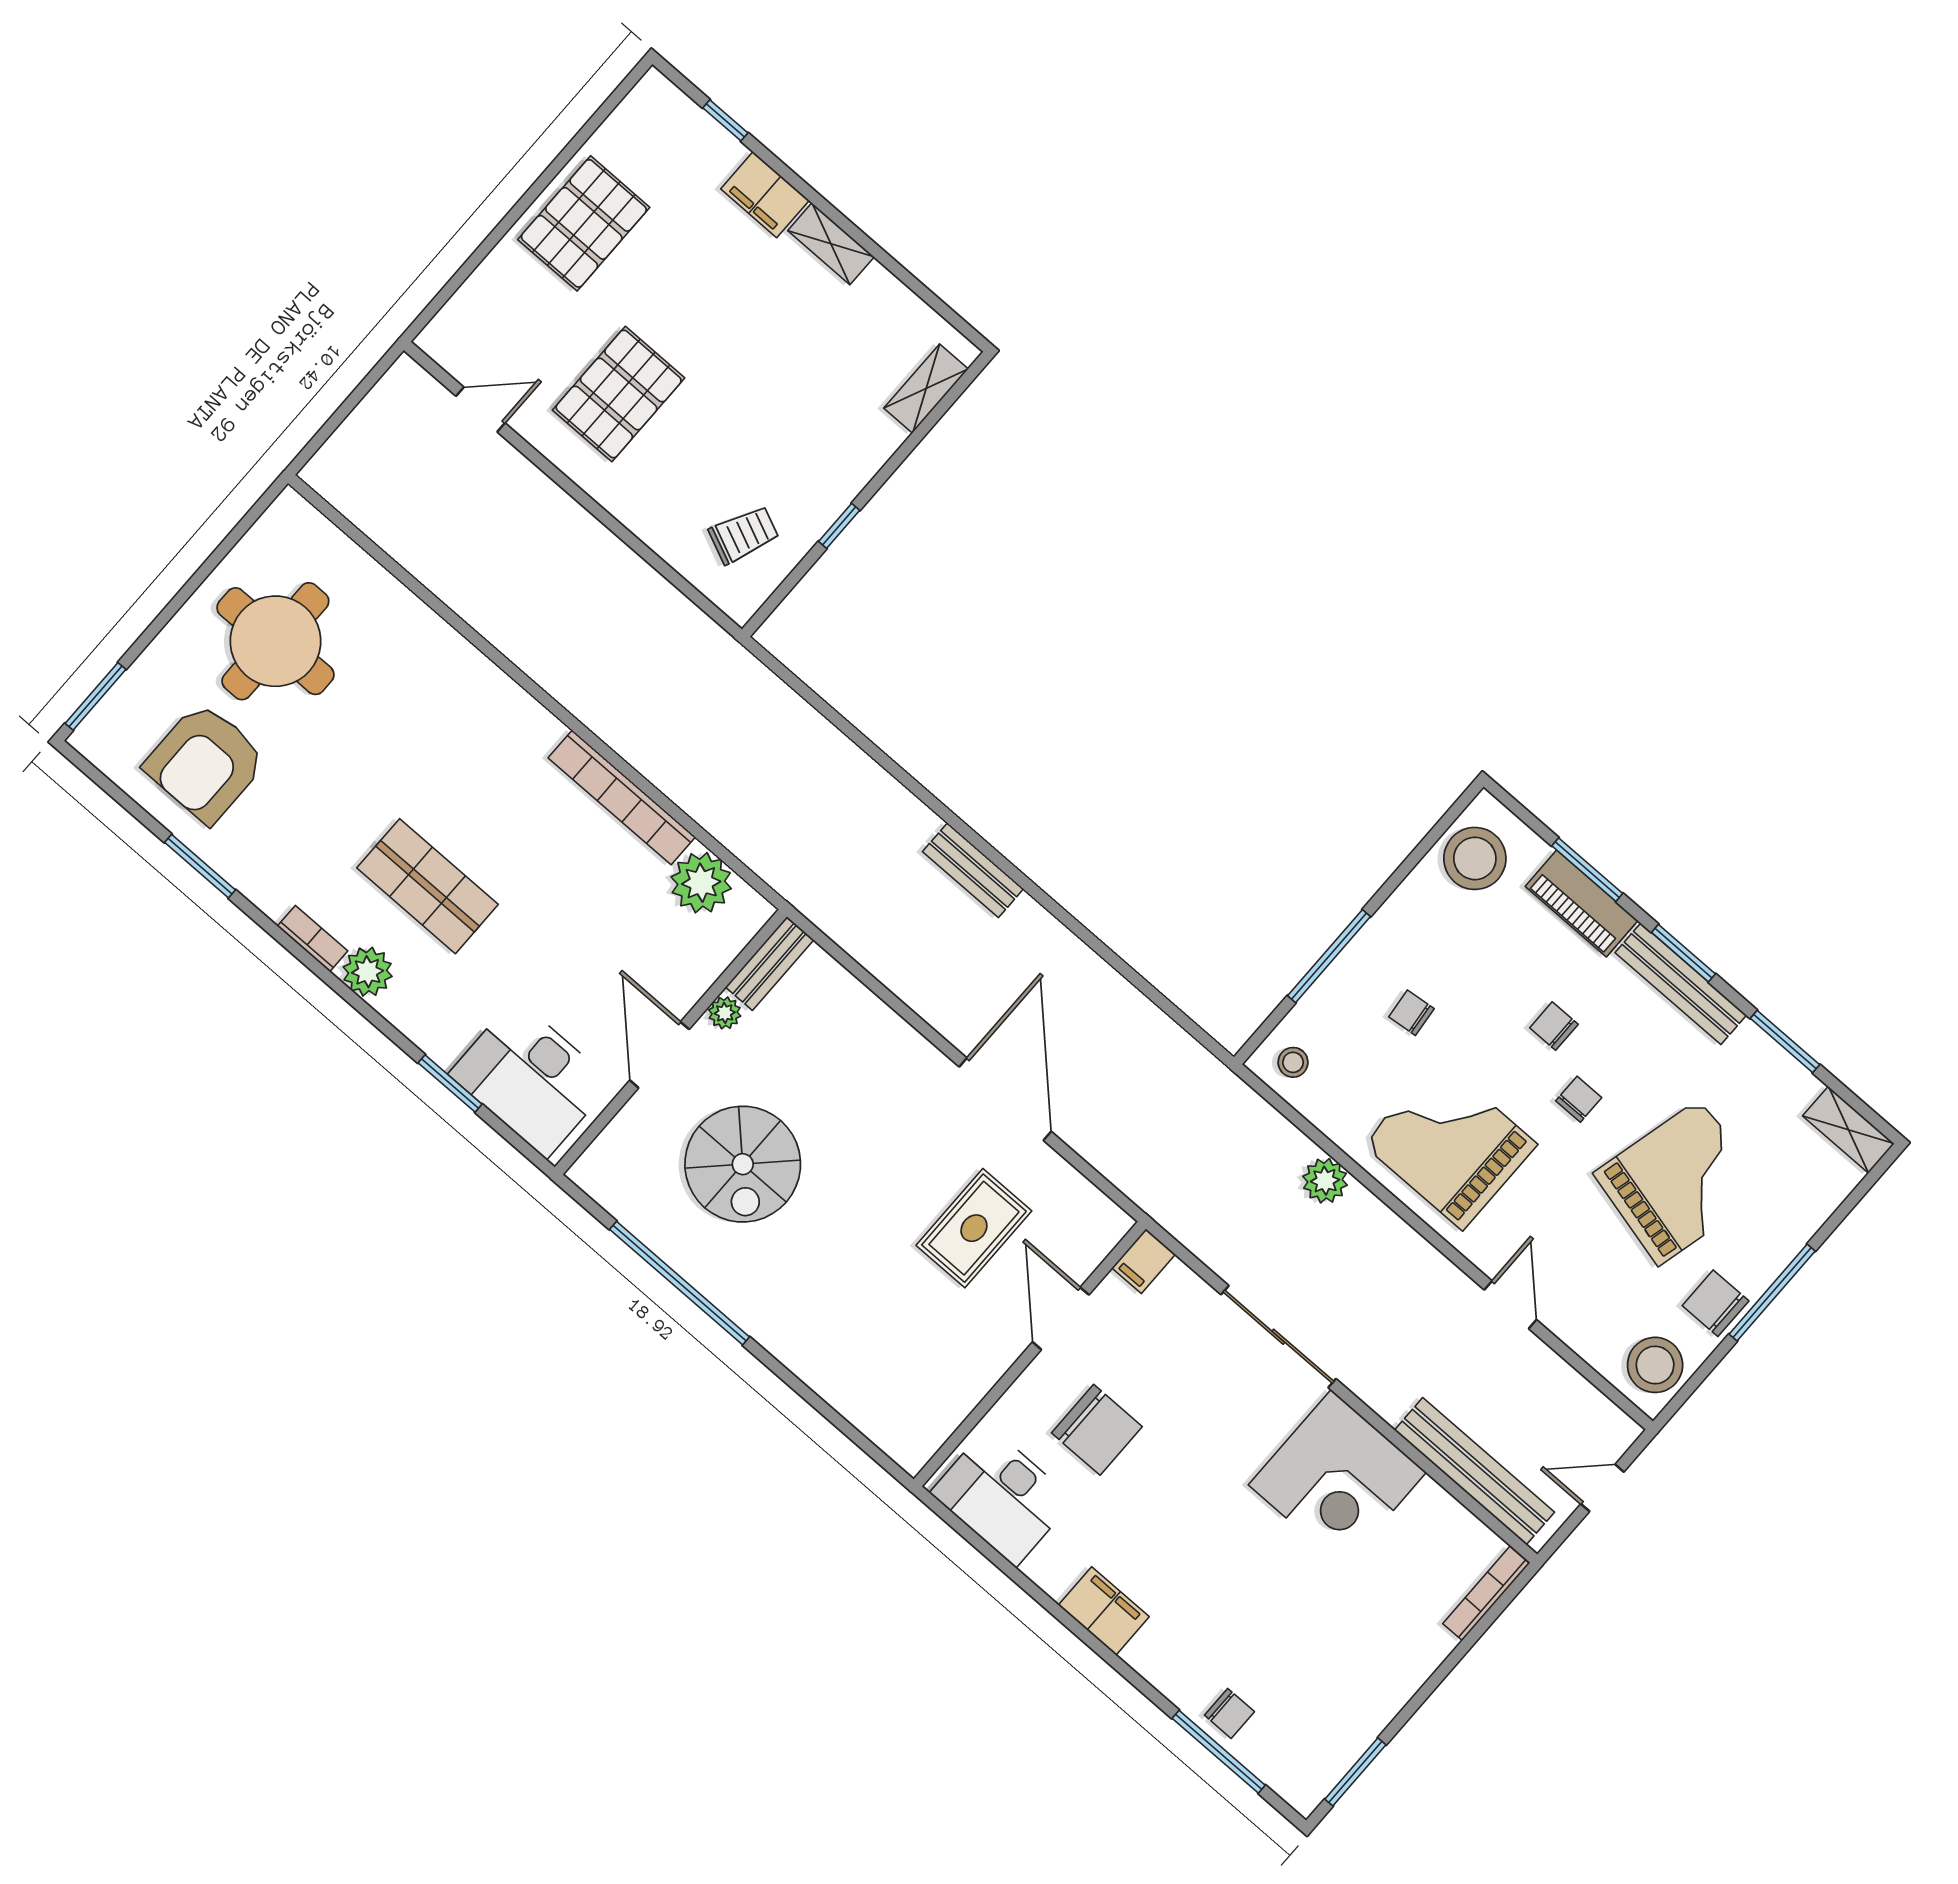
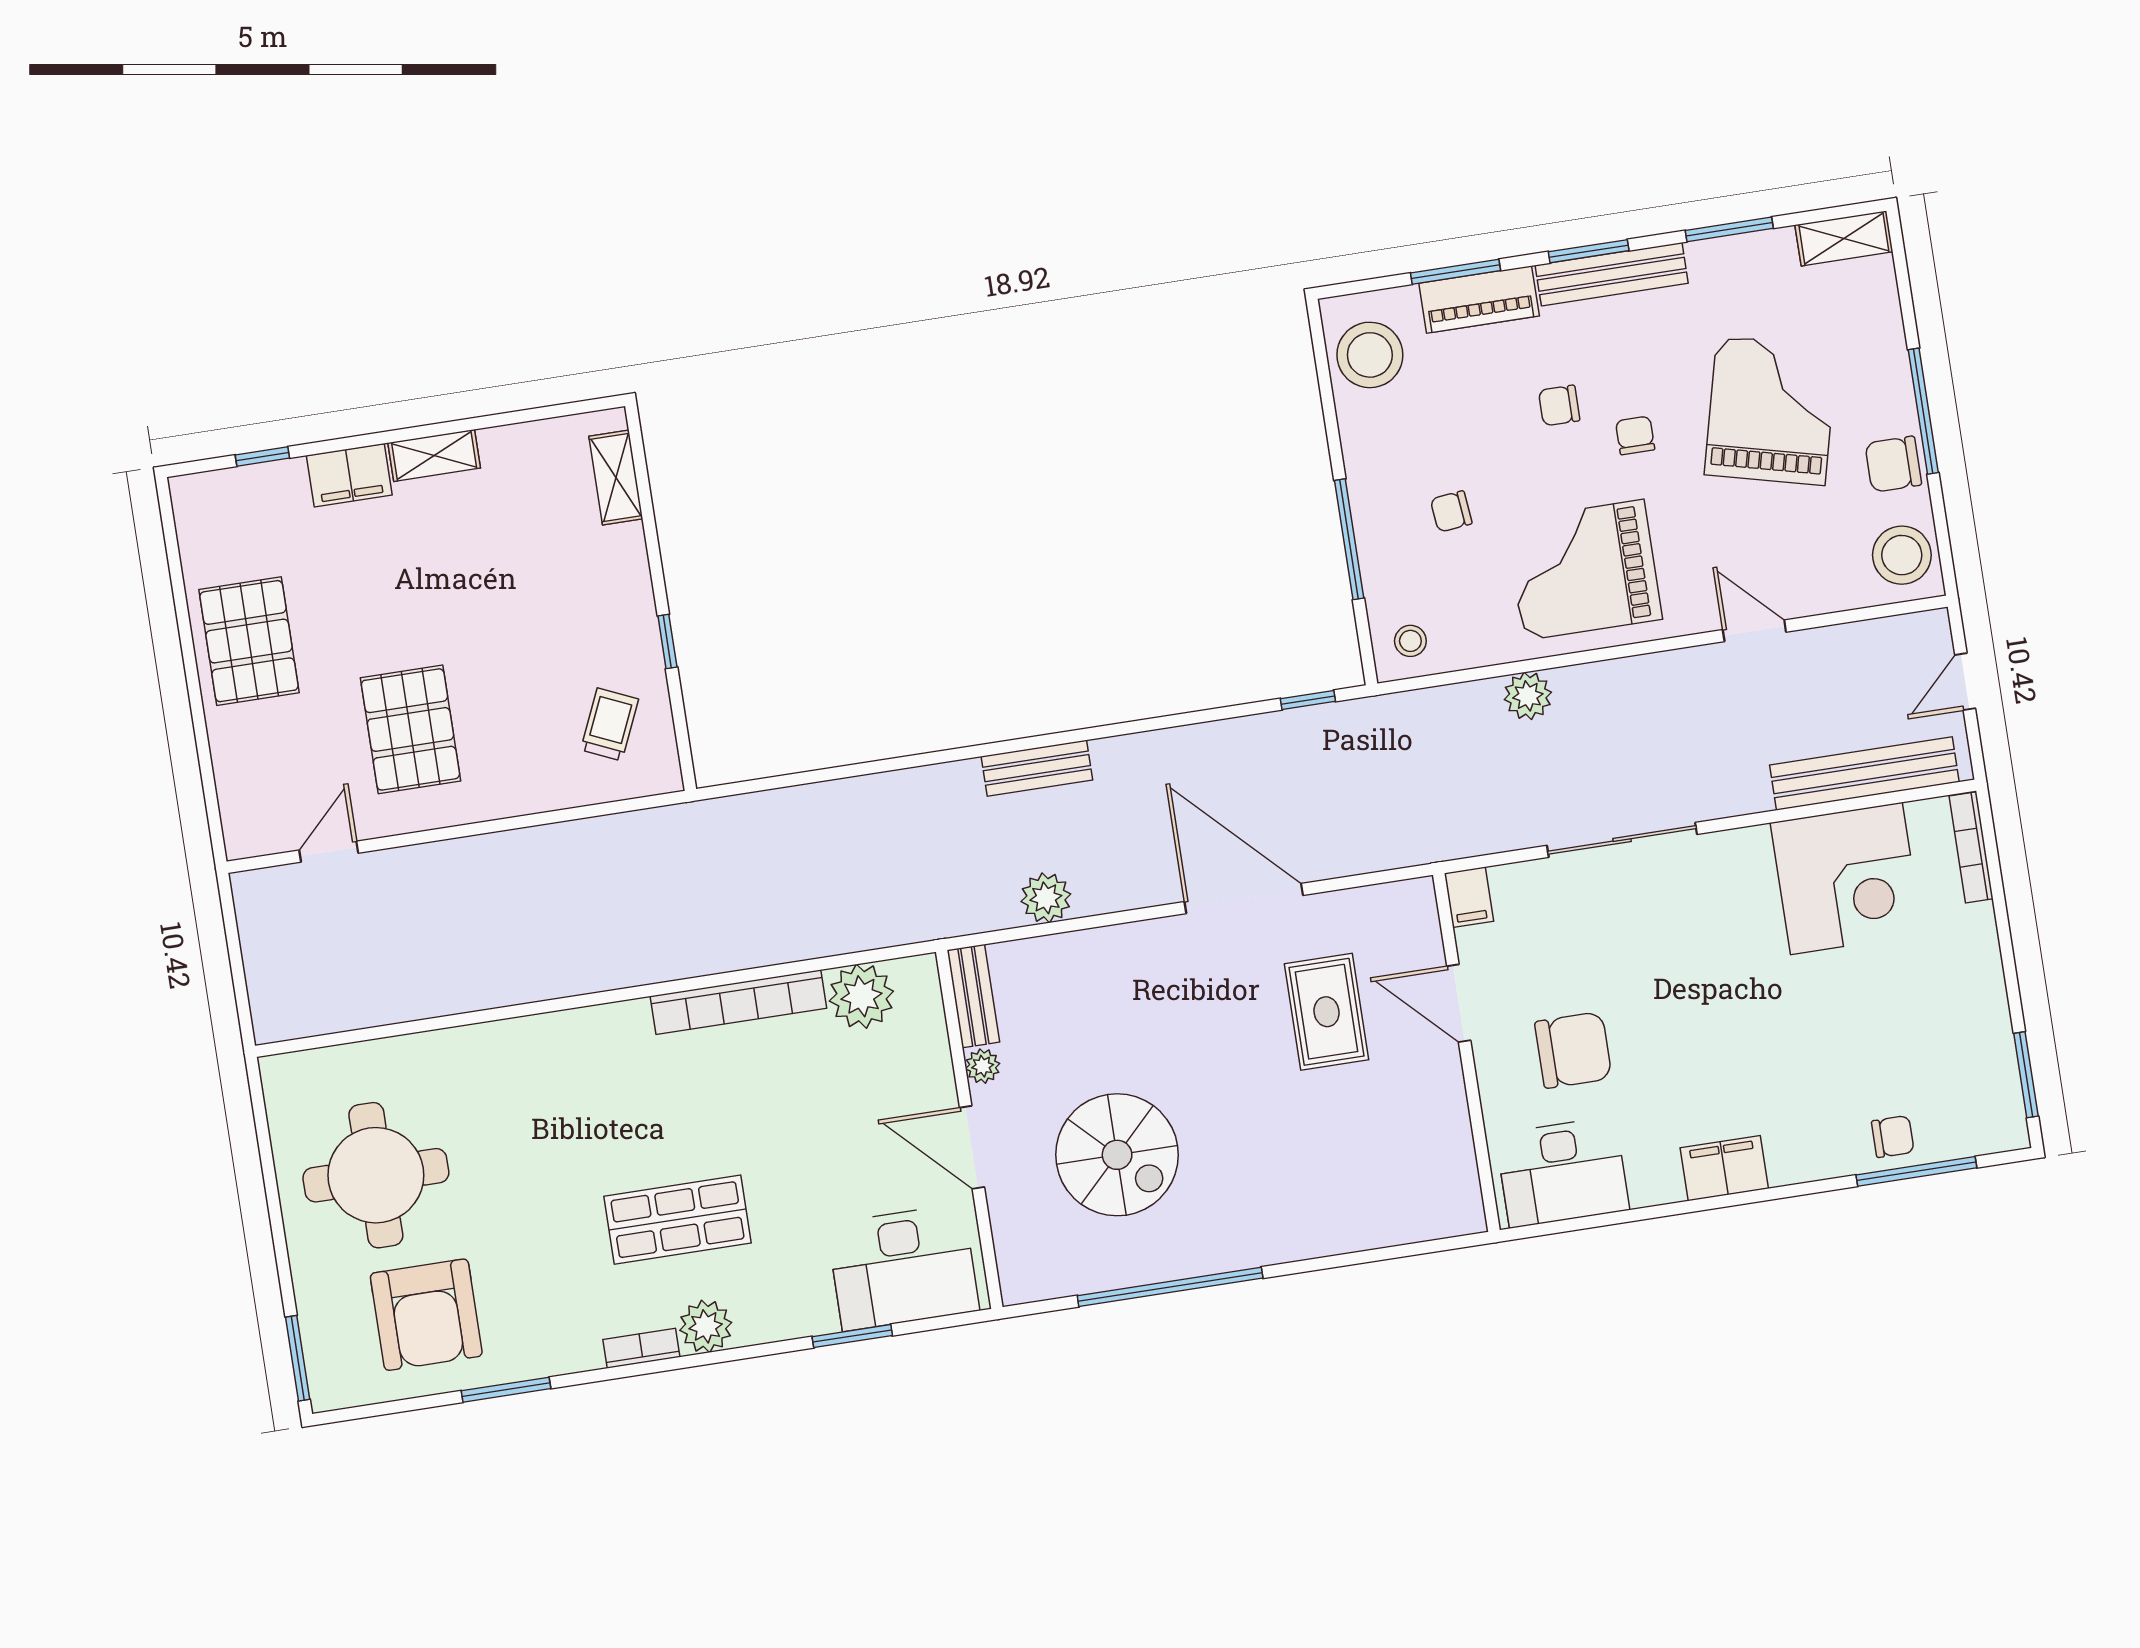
plant: (885, 956) -> (1046, 898), added
window: (1188, 1024) -> (1308, 700), added
corner desk: (1337, 1479) -> (1846, 878), moved

